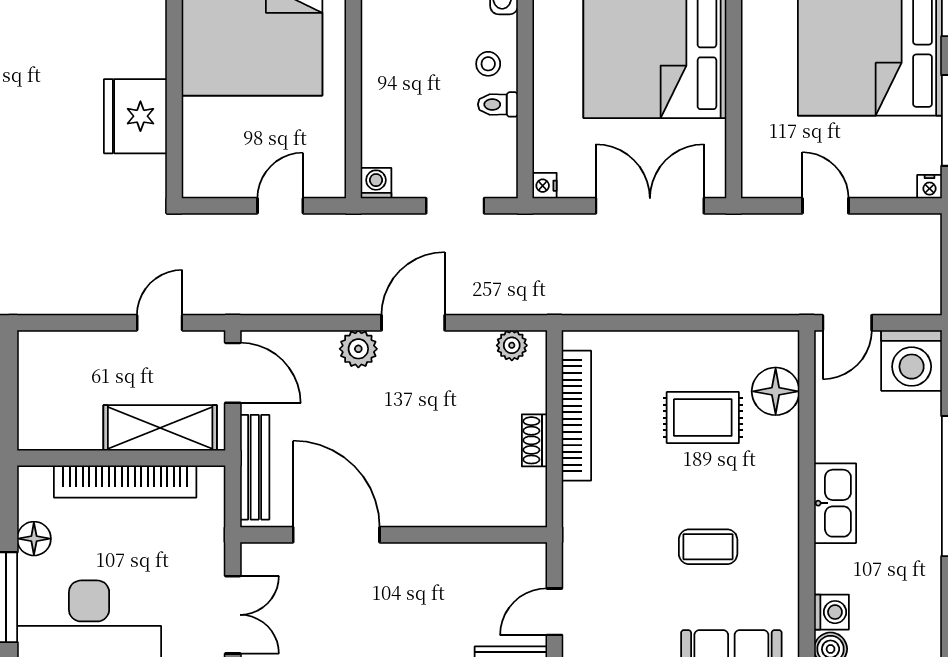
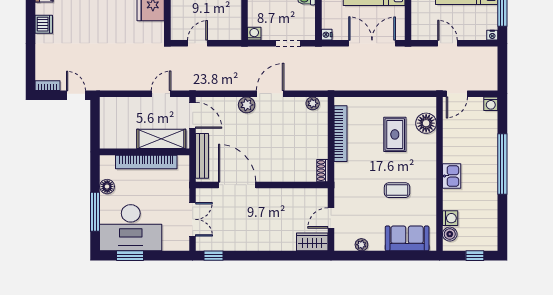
door: (280, 206) -> (198, 43), moved
washing machine: (912, 360) -> (491, 104), width x0.53, depth x0.53
rug: (703, 418) -> (395, 134), turned 90
shoe rack: (534, 440) -> (322, 171), moved
kitchen sink: (835, 503) -> (452, 176), width x0.73

